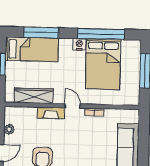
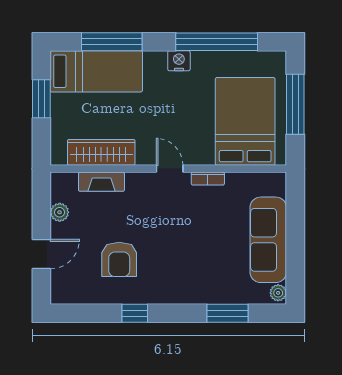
bed: (103, 64) -> (245, 121), moved, turned 180
fireplace: (51, 113) -> (101, 182), moved

